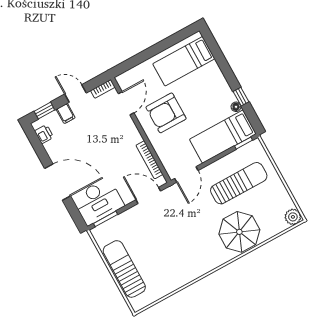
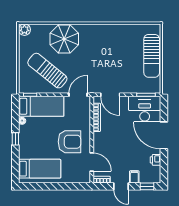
window: (241, 97) -> (15, 139), moved
door: (126, 103) -> (92, 162), swing flipped
printer: (44, 134) -> (156, 160), moved
sun lounger: (239, 183) -> (47, 71), turned 39

